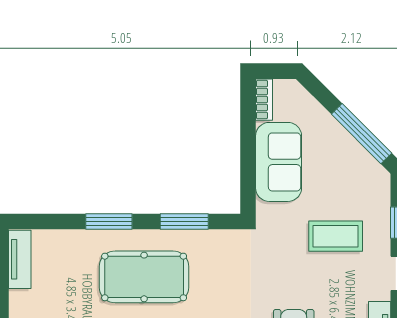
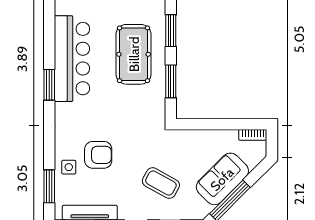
sofa: (279, 162) -> (222, 179), moved, turned 135
coffee table: (336, 236) -> (161, 183), turned -61

